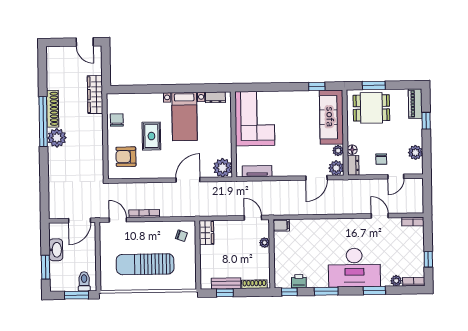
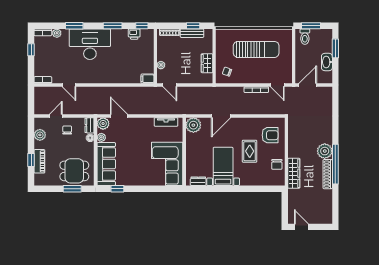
wardrobe: (95, 95) -> (294, 173), moved
piano: (415, 104) -> (39, 161), moved
door: (316, 178) -> (119, 116), hinge flipped
wardrobe: (206, 233) -> (207, 63), moved

